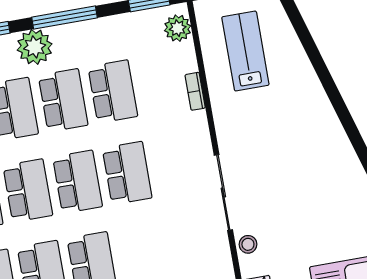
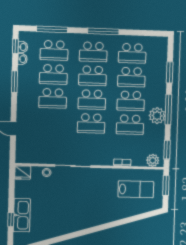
plant: (35, 47) -> (157, 116), moved

